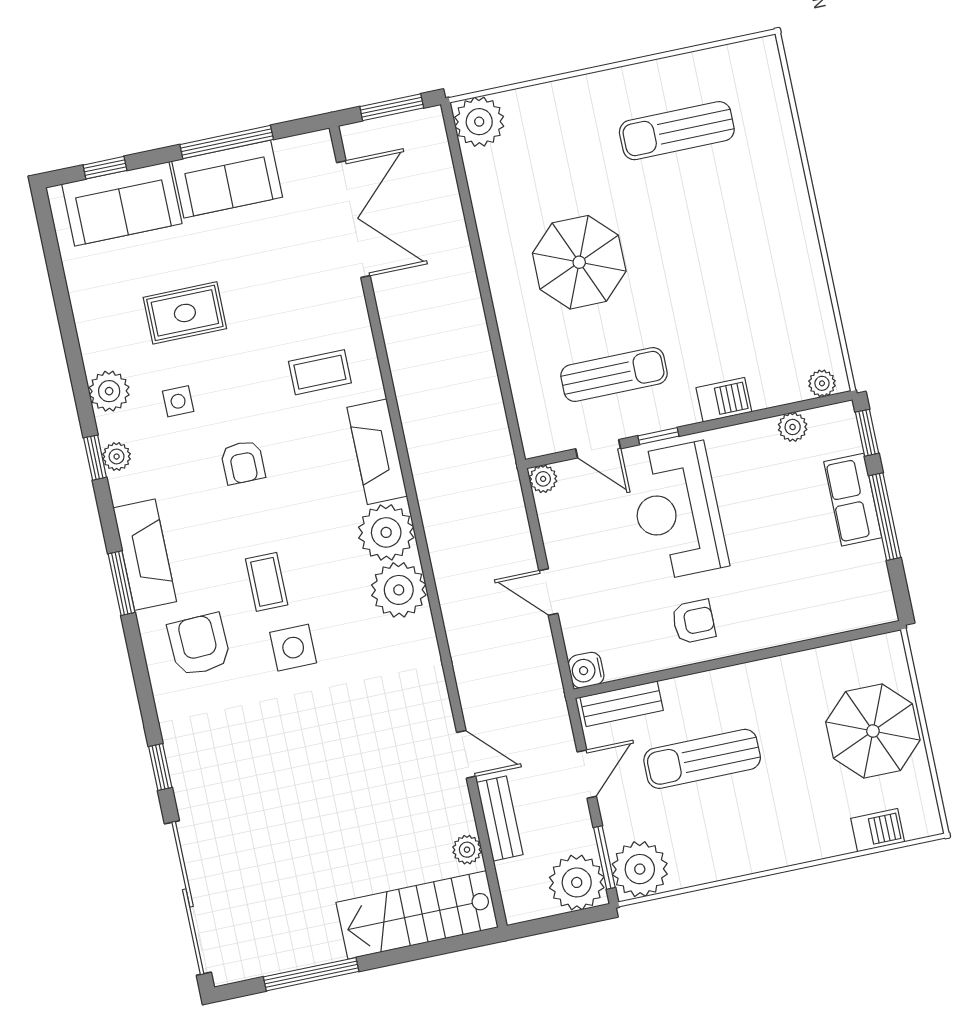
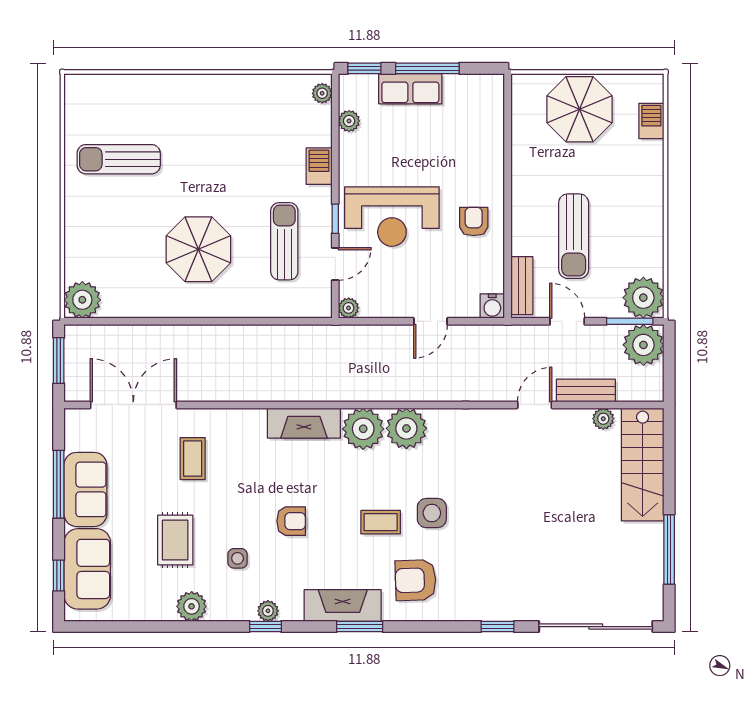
sun lounger: (677, 131) -> (119, 159), turned 90
coffee table: (320, 372) -> (193, 459), moved
plant: (109, 391) -> (192, 606), moved

